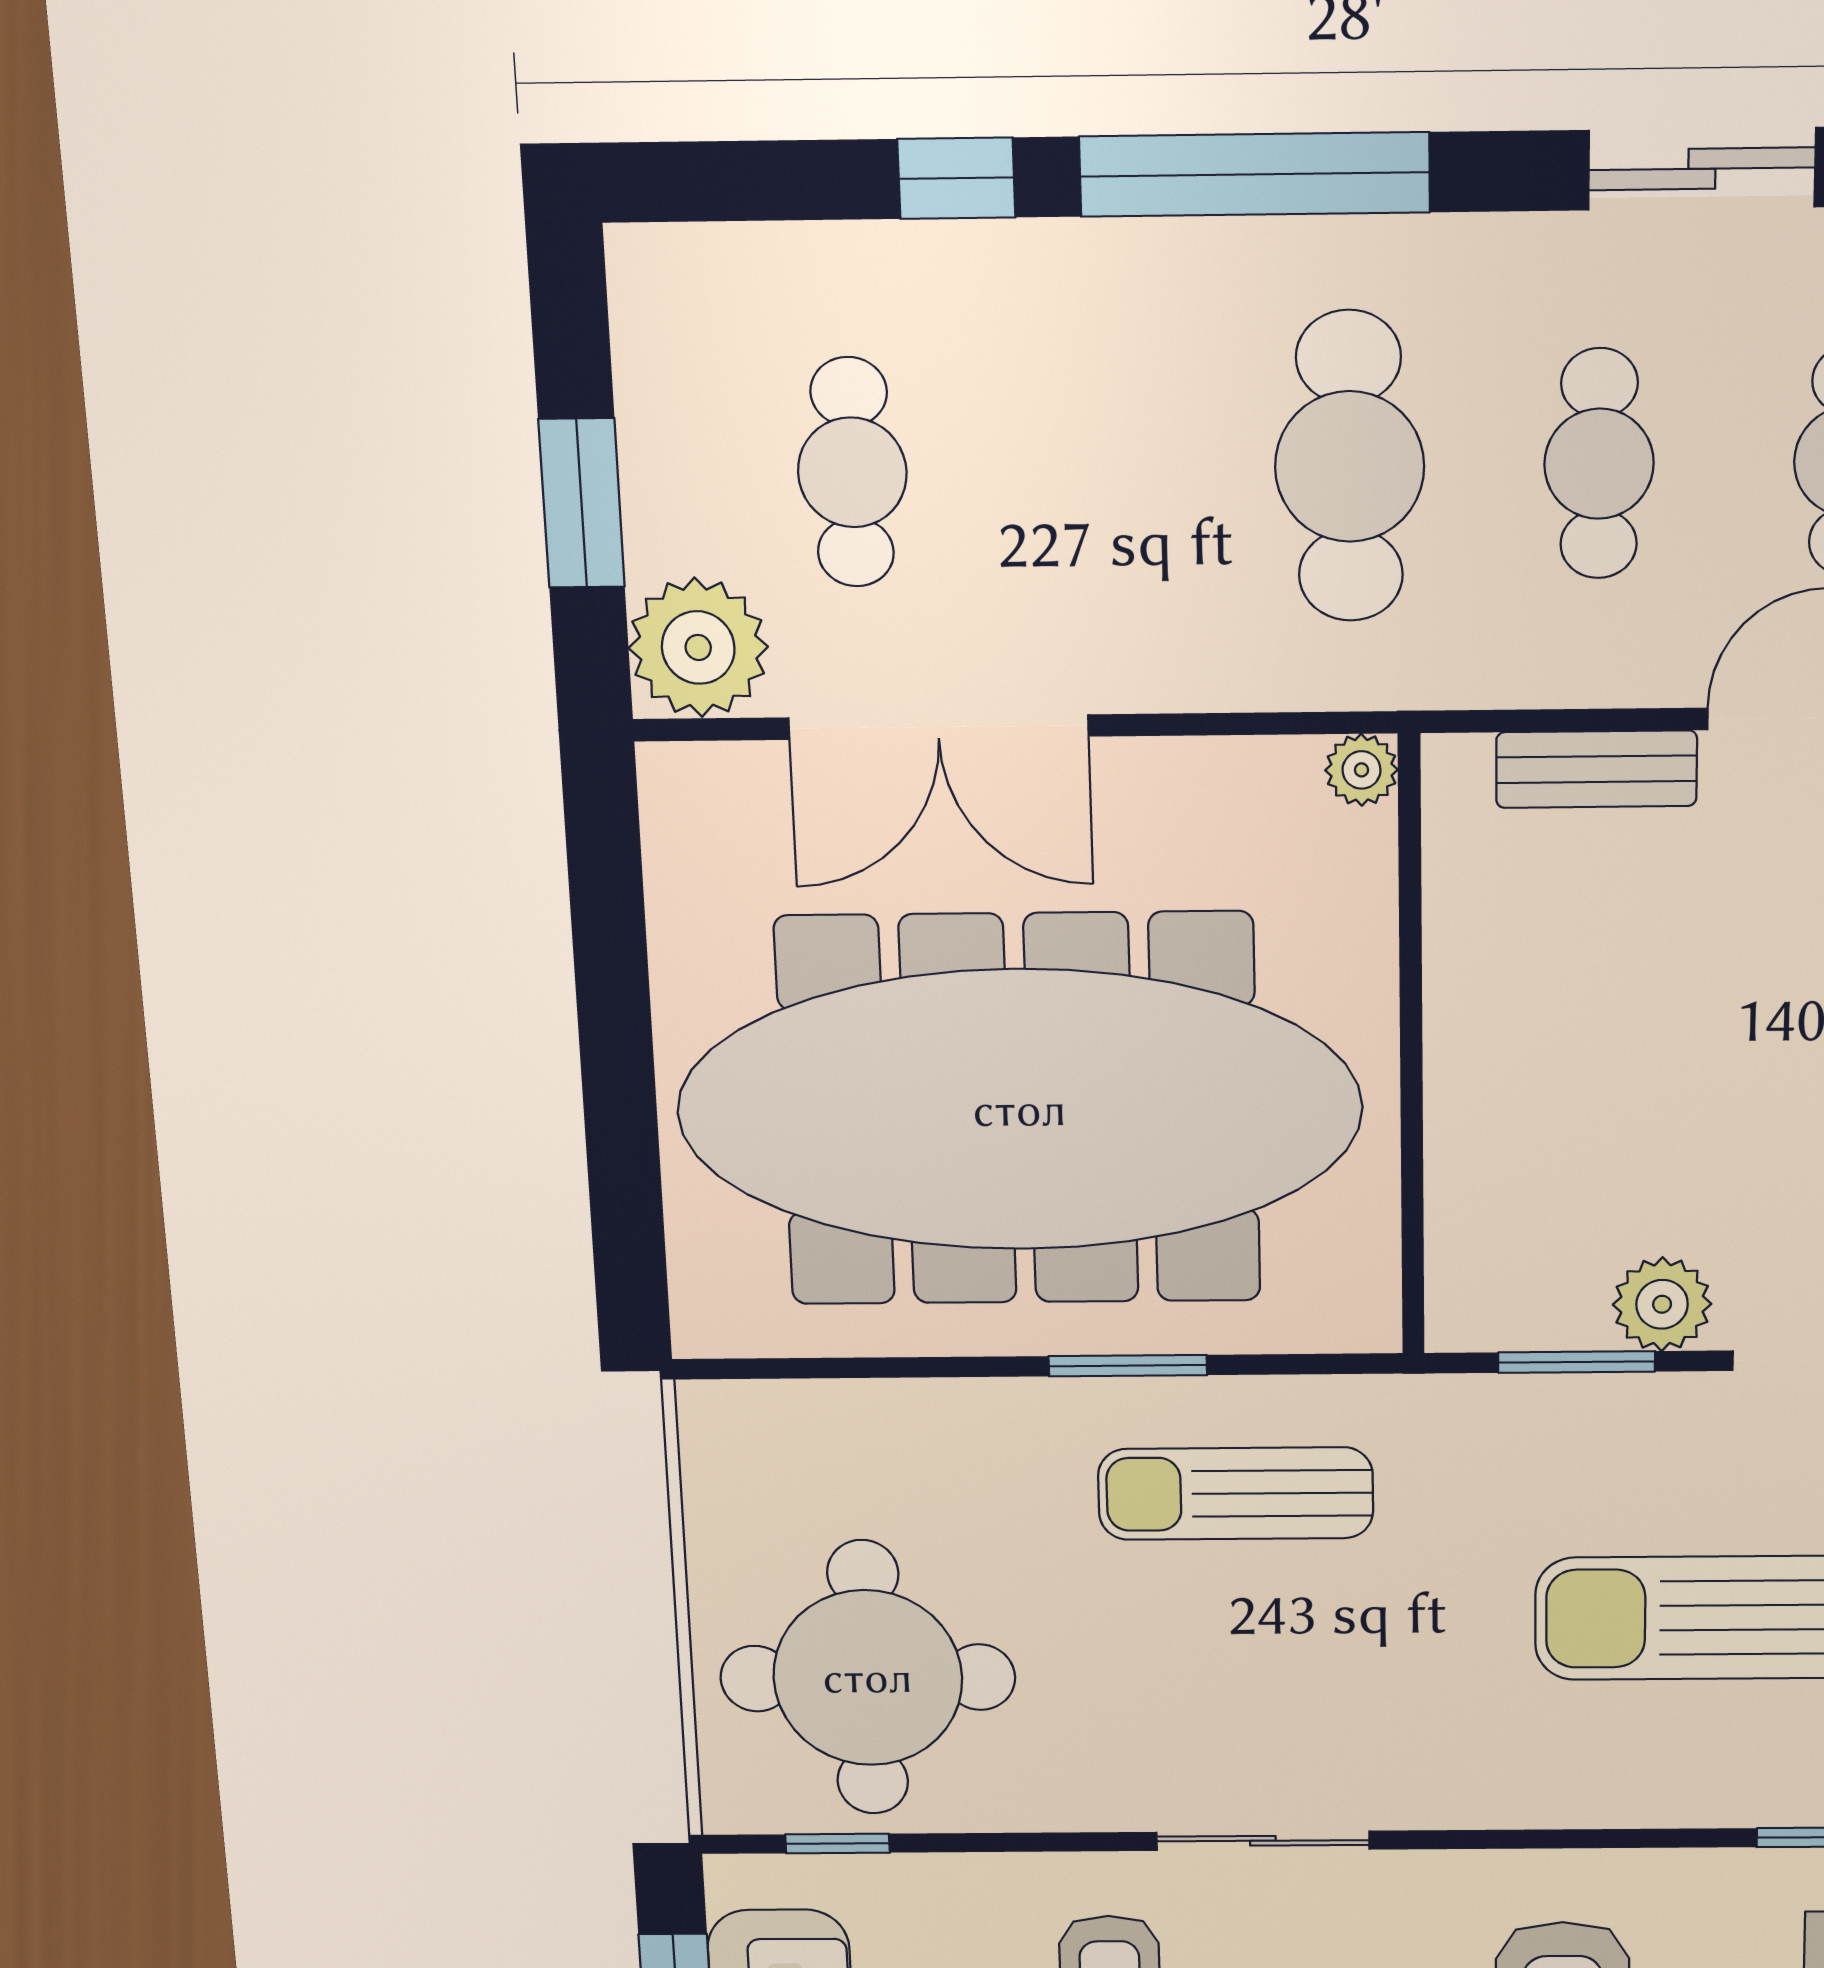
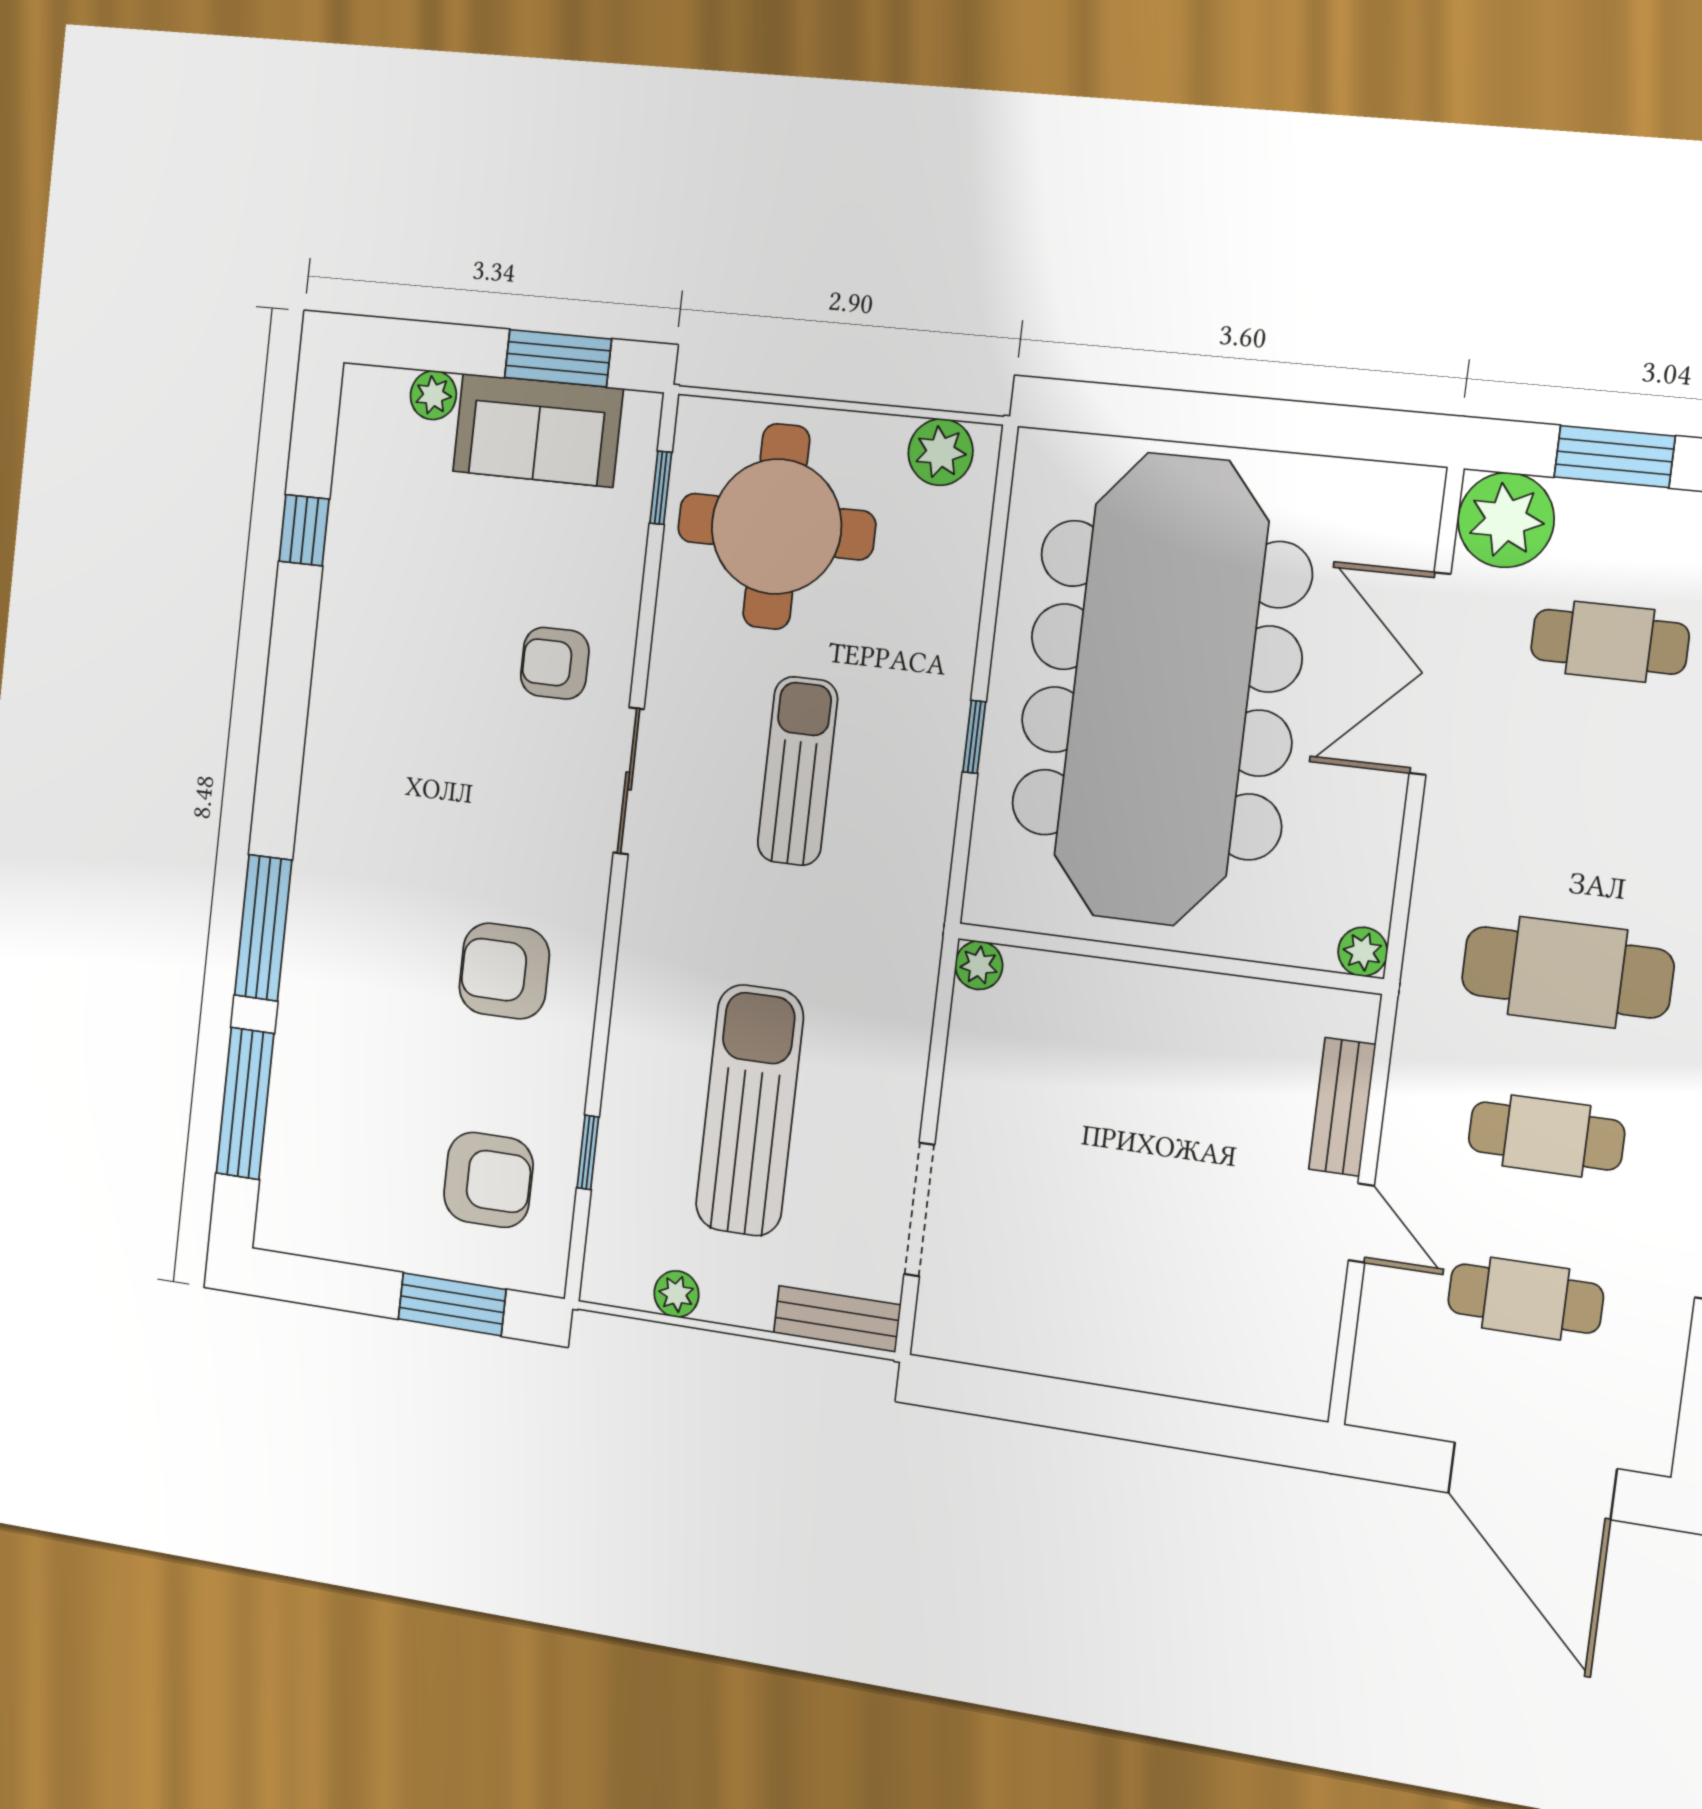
plant: (1662, 1304) -> (979, 965), moved, width x0.73, depth x0.73
window: (1577, 1362) -> (939, 1039), removed
window: (1128, 1366) -> (974, 737), width x0.67
plant: (726, 1462) -> (941, 452), added
sun lounger: (1236, 1494) -> (798, 771), moved

